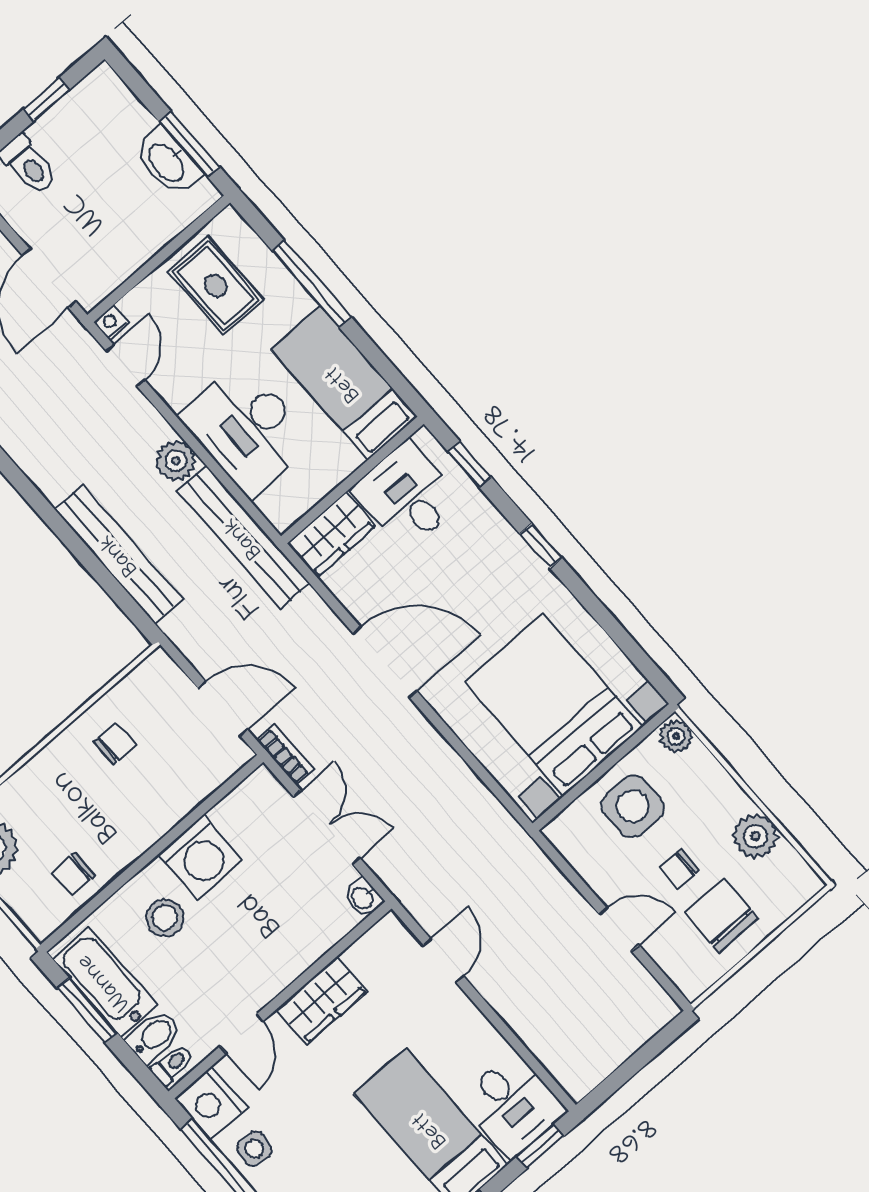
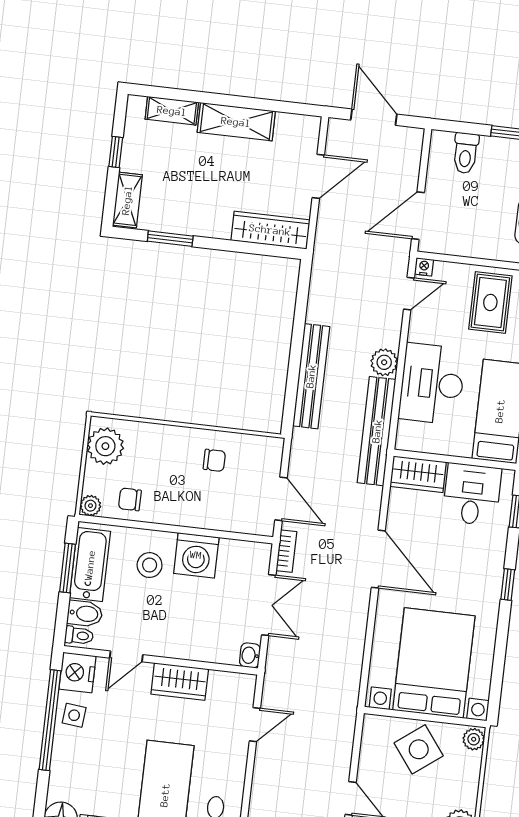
side table: (633, 806) -> (419, 749), turned -37
chair: (679, 869) -> (408, 801), removed
plant: (42, 923) -> (90, 506), added

